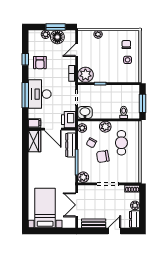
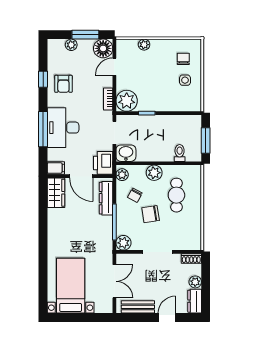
floor lamp: (57, 37) -> (103, 48), moved
double door: (77, 205) -> (114, 281), swing flipped

